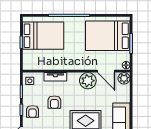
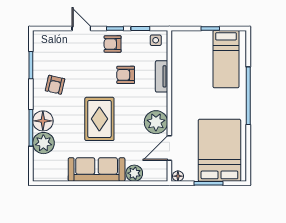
bed: (43, 36) -> (226, 59), width x0.67
plant: (124, 78) -> (134, 173), moved

